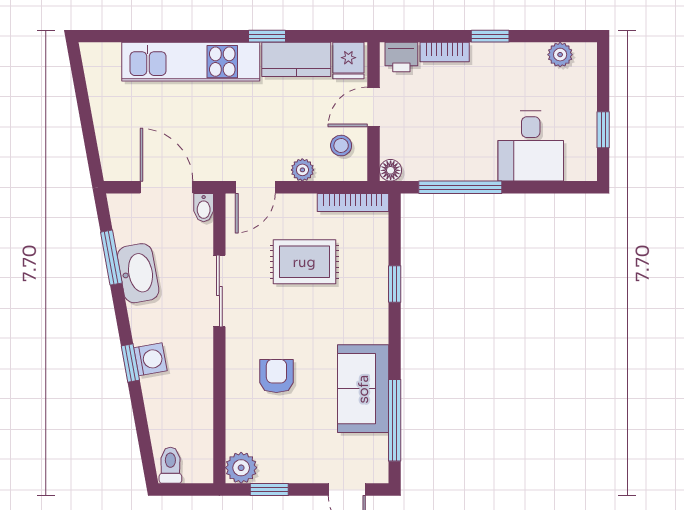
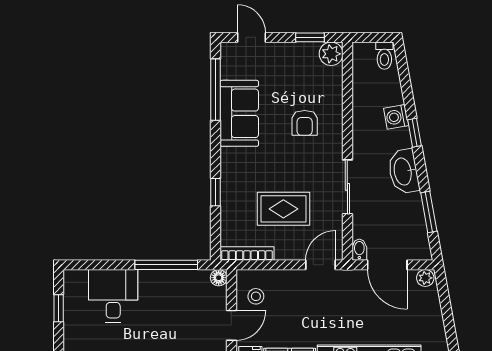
plant: (302, 170) -> (425, 278), moved
washbasin: (138, 273) -> (403, 171), moved
washing machine: (150, 359) -> (396, 117), moved

